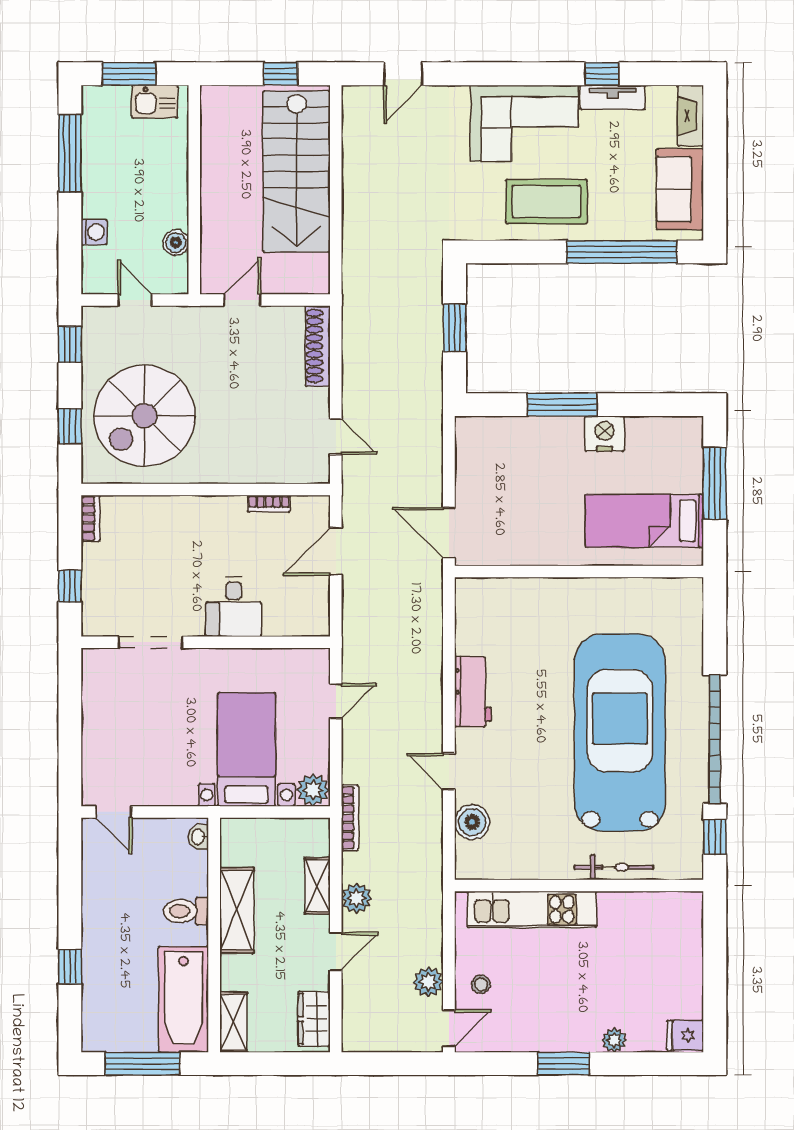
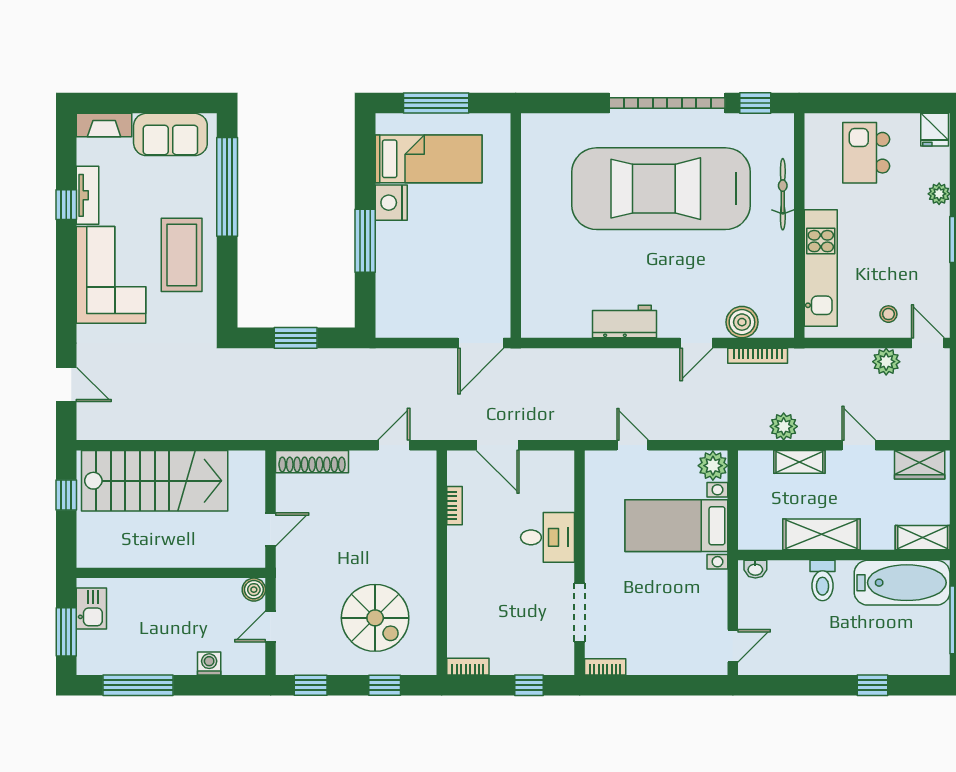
boiler: (176, 243) -> (254, 590), moved
door: (242, 300) -> (271, 529), swing flipped
spiral stairs: (145, 416) -> (375, 618), width x0.73, depth x0.73
bed: (644, 521) -> (429, 159), moved, turned -90
bookcase: (90, 671) -> (605, 667), added
bookcase: (350, 818) -> (758, 356), moved, turned 180
plant: (357, 898) -> (784, 426), moved
kitchen island: (660, 960) -> (866, 153), added

